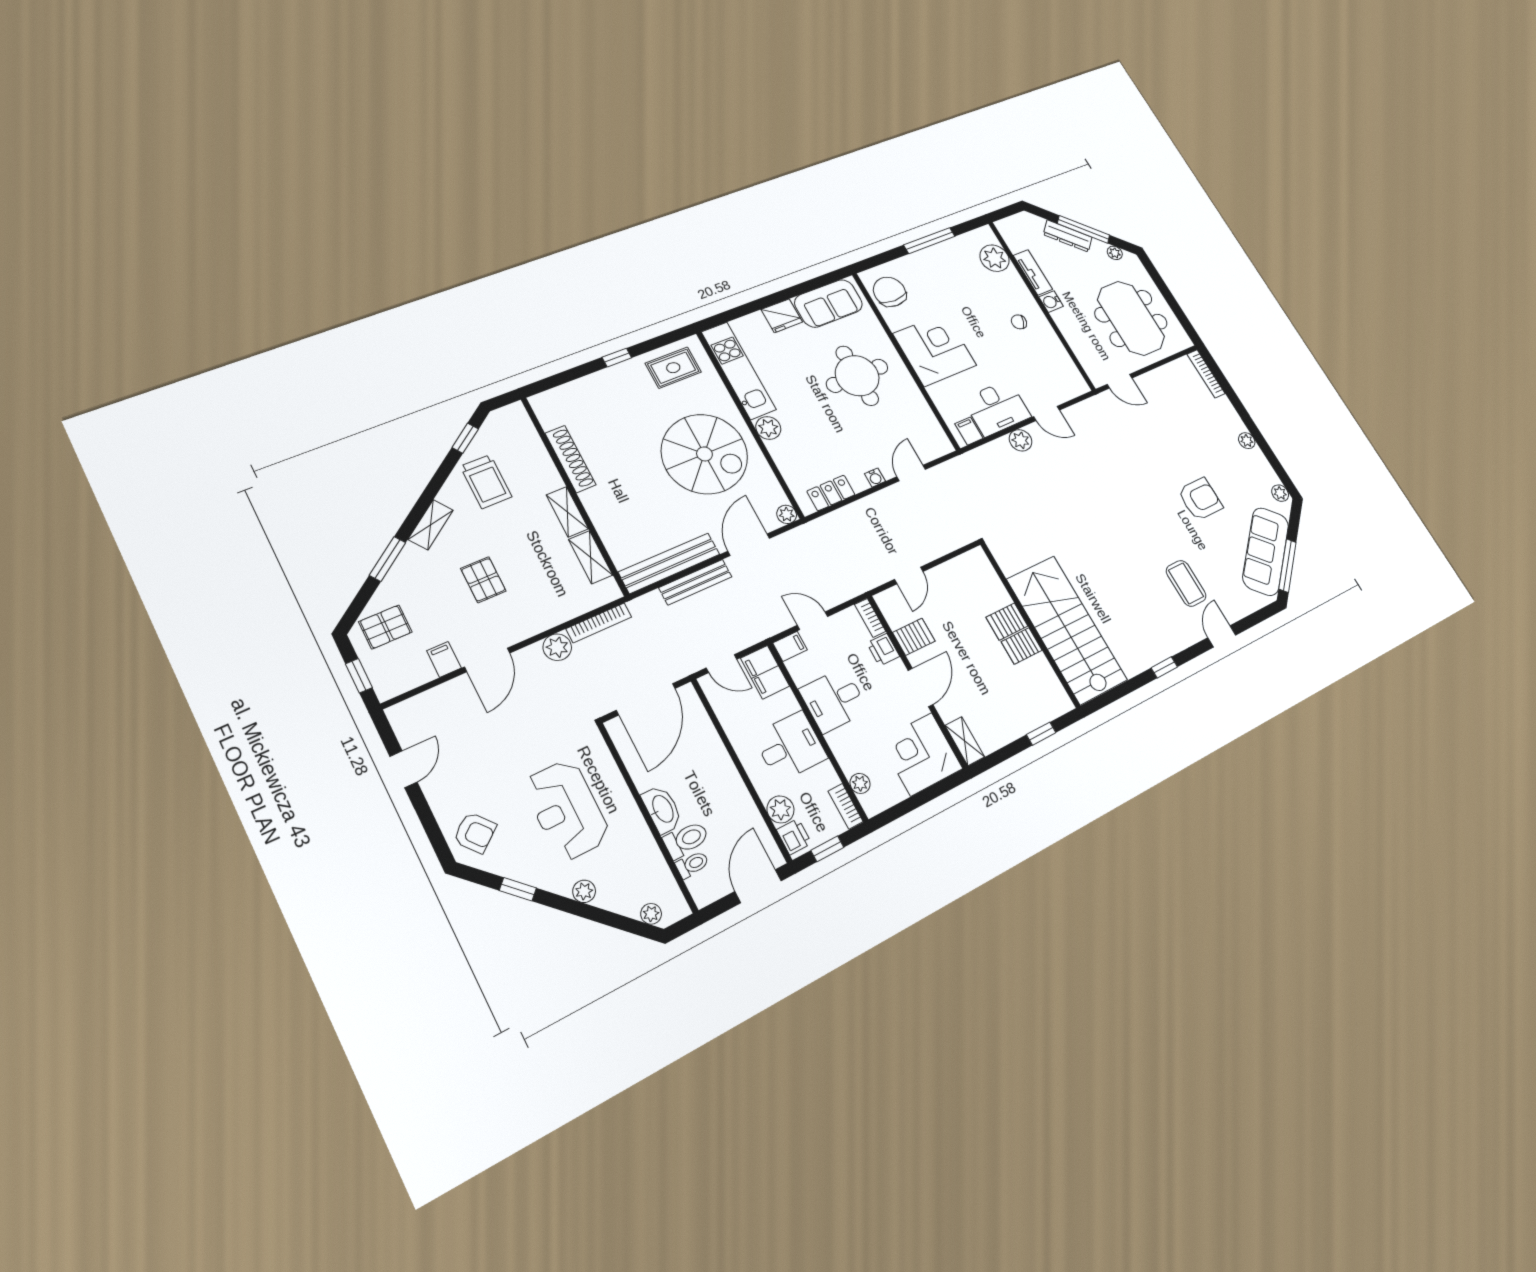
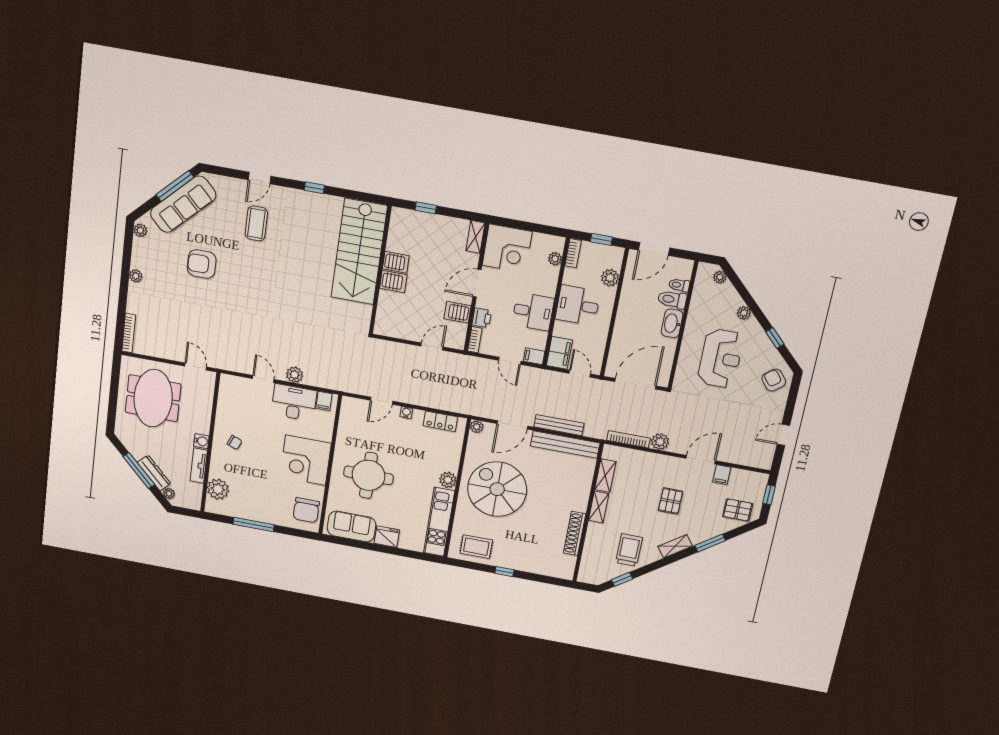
plant: (1115, 253) -> (169, 494), moved
printer: (794, 837) -> (614, 259), removed

